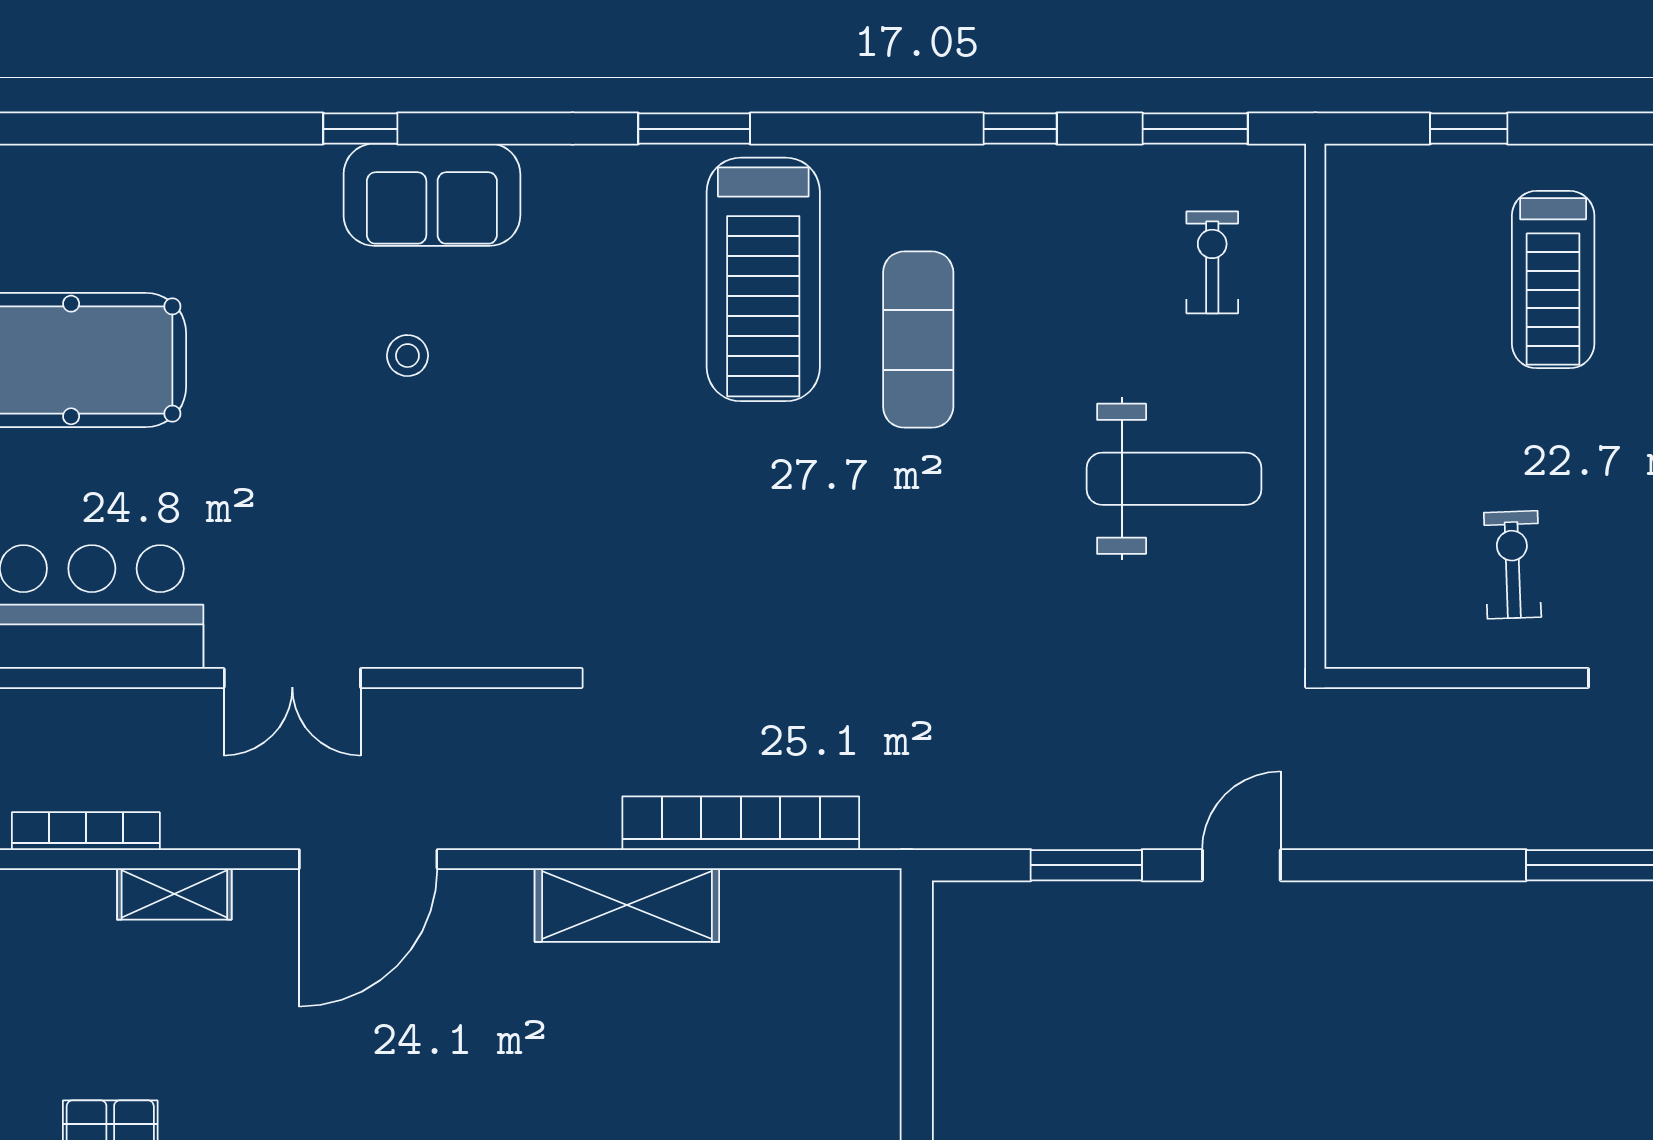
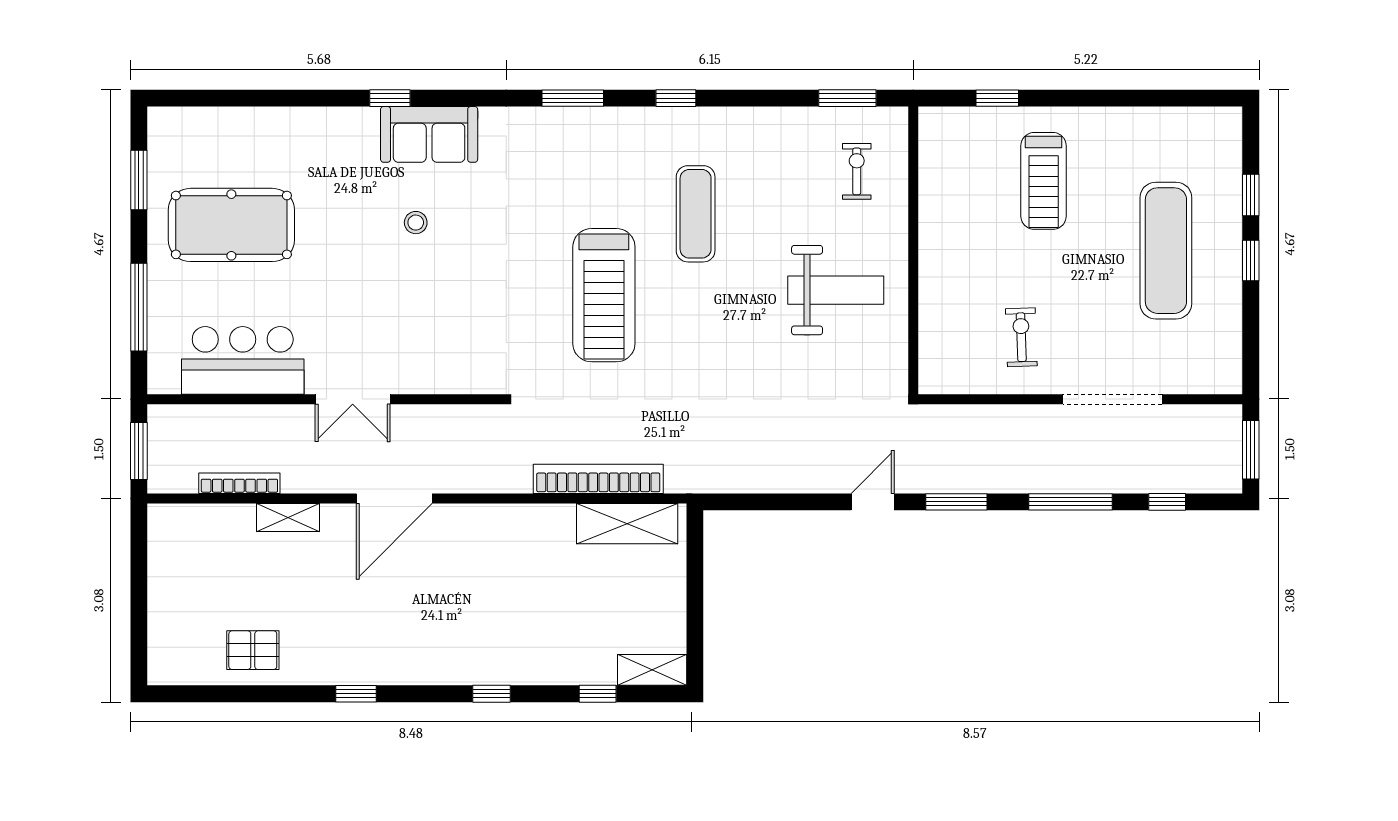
window: (1020, 129) -> (676, 98), moved
treadmill: (763, 279) -> (604, 295), moved
window: (1086, 865) -> (956, 502), moved
shelving: (627, 905) -> (627, 524), moved

